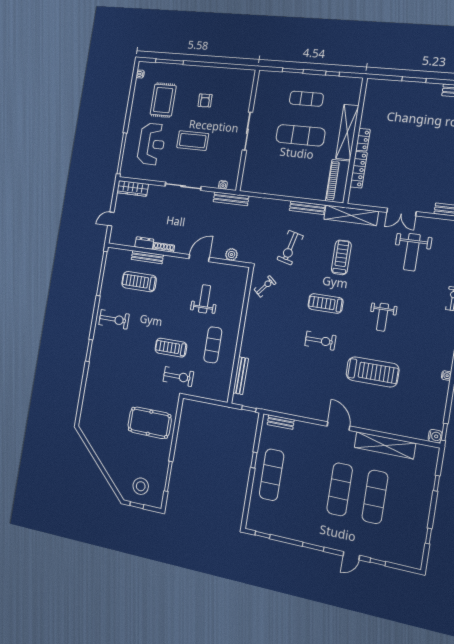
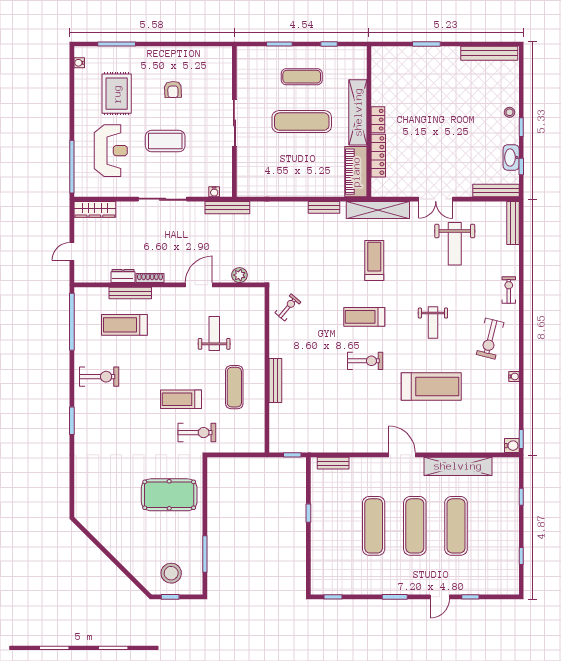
bench: (307, 208) -> (324, 207), width x0.73
exercise bike: (290, 248) -> (490, 339), moved
bench: (241, 376) -> (275, 380), moved
exercise mat: (272, 475) -> (374, 526), moved

